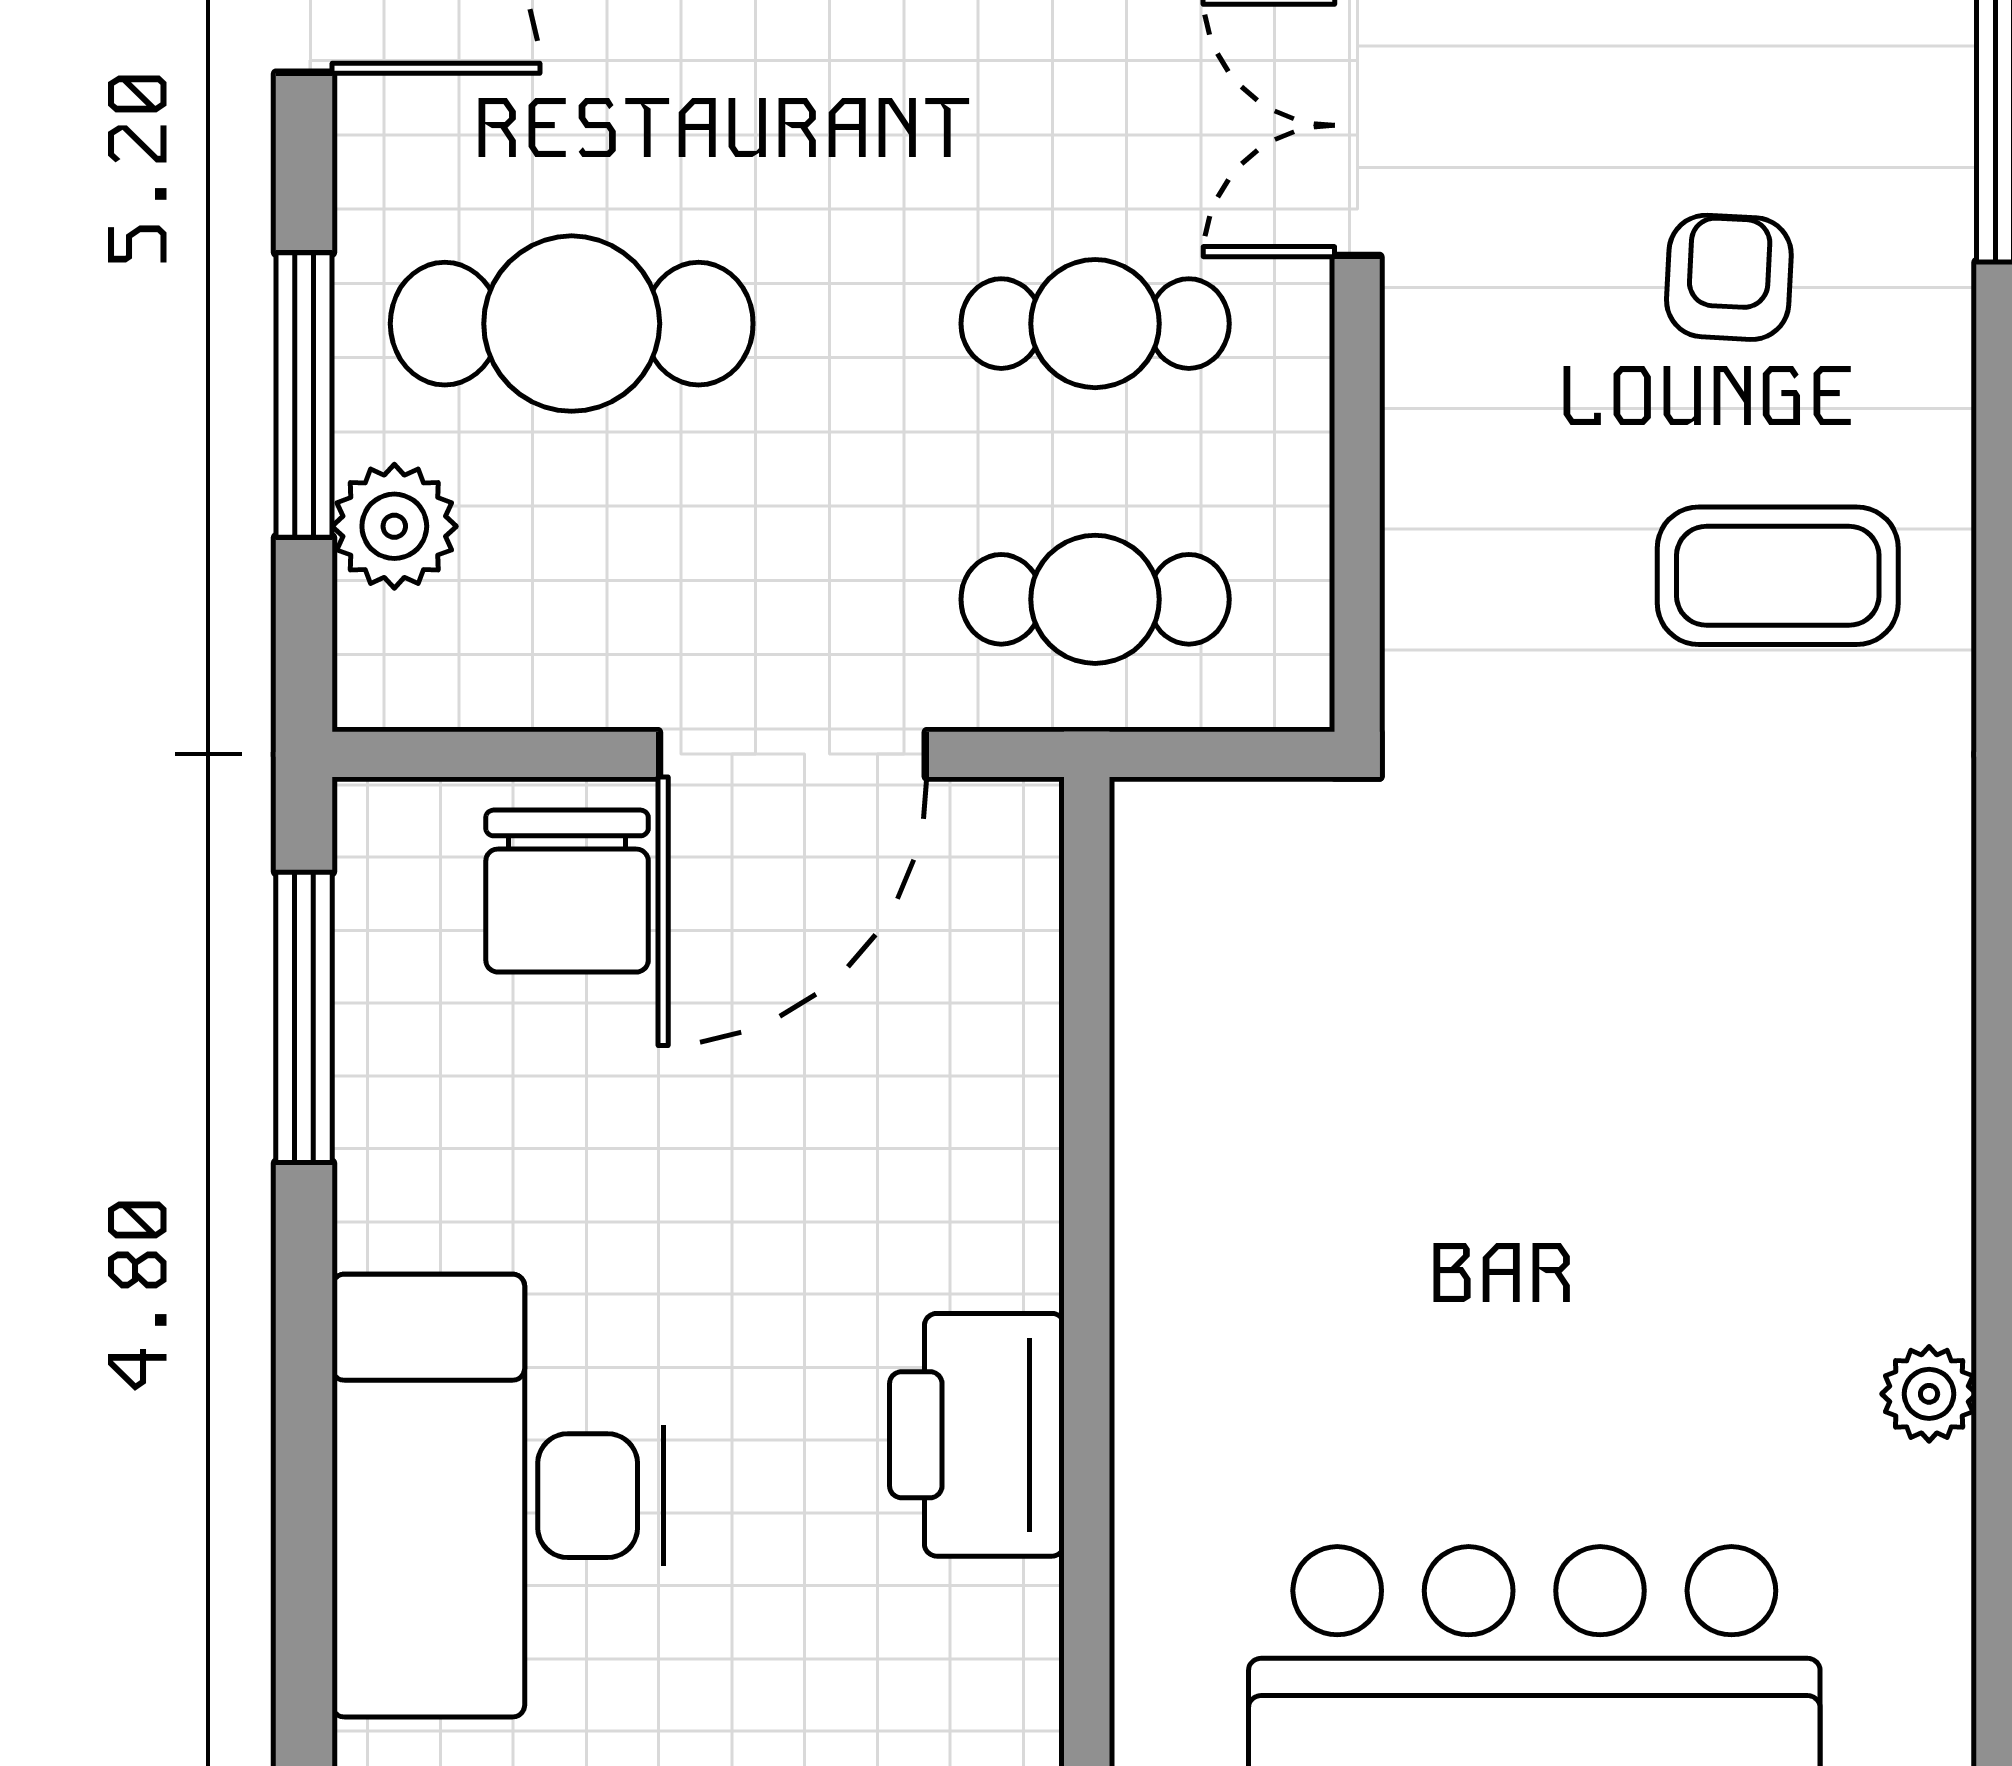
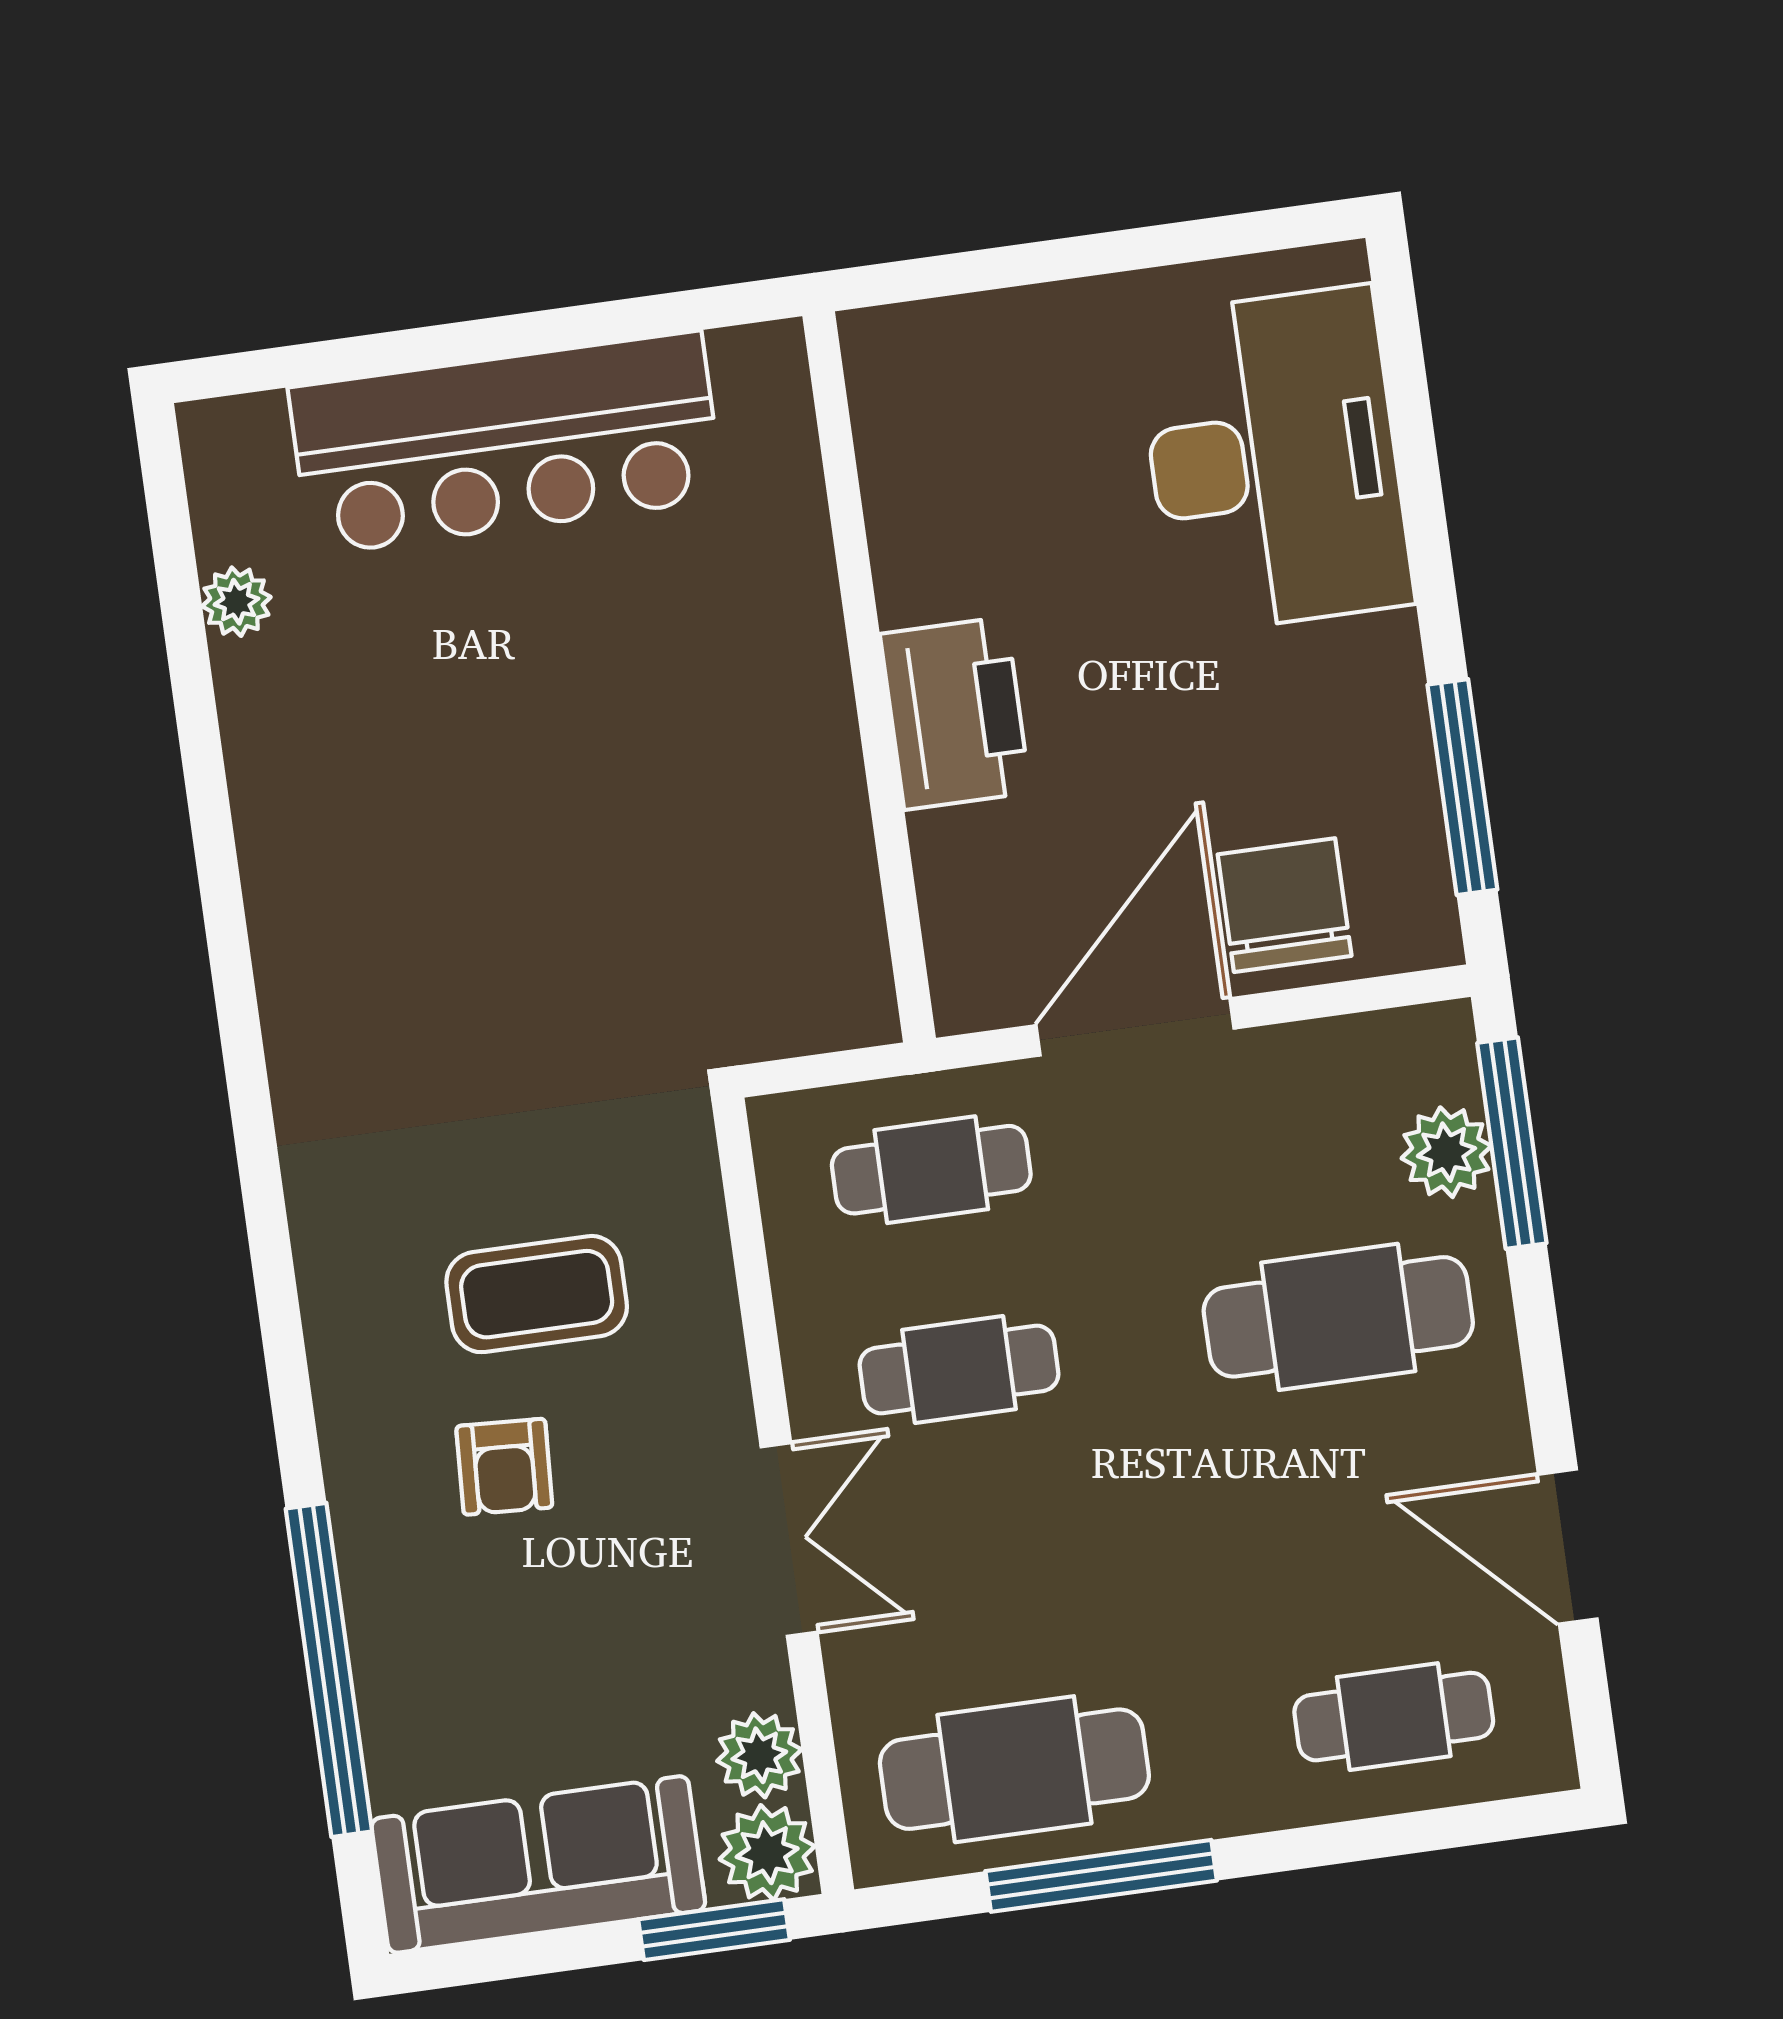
window: (304, 395) -> (1512, 1143), moved
coffee table: (1778, 576) -> (537, 1294), moved
plant: (1929, 1394) -> (236, 602), moved
printer: (977, 1435) -> (955, 713), moved

